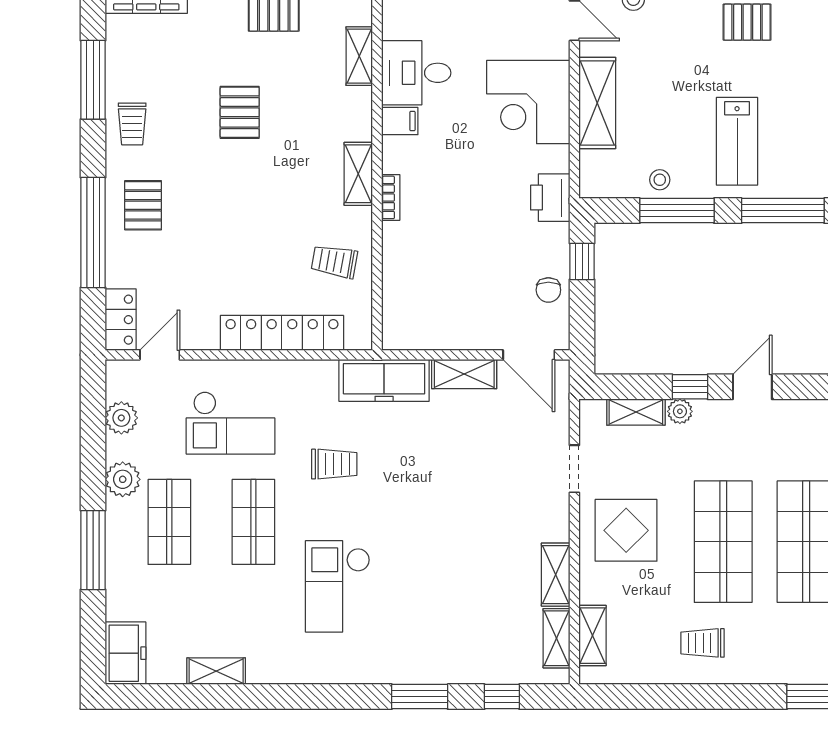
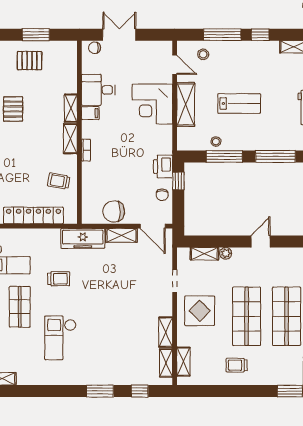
pallet: (747, 22) -> (258, 65), removed
shelving: (359, 56) -> (71, 108), moved
lab bench: (737, 141) -> (239, 104), moved, turned -90
printer: (550, 198) -> (163, 167), moved
chair: (448, 325) -> (114, 211), added
window: (690, 387) -> (231, 241), removed

